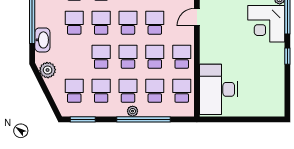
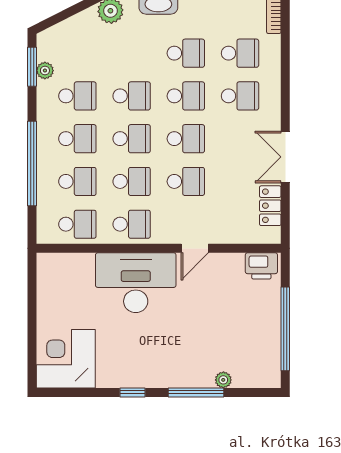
door: (197, 17) -> (195, 248), swing flipped
corner desk: (266, 24) -> (66, 359), moved
desk: (218, 89) -> (136, 283), moved
school desk: (74, 91) -> (77, 53), removed
plant: (133, 111) -> (45, 71), moved

